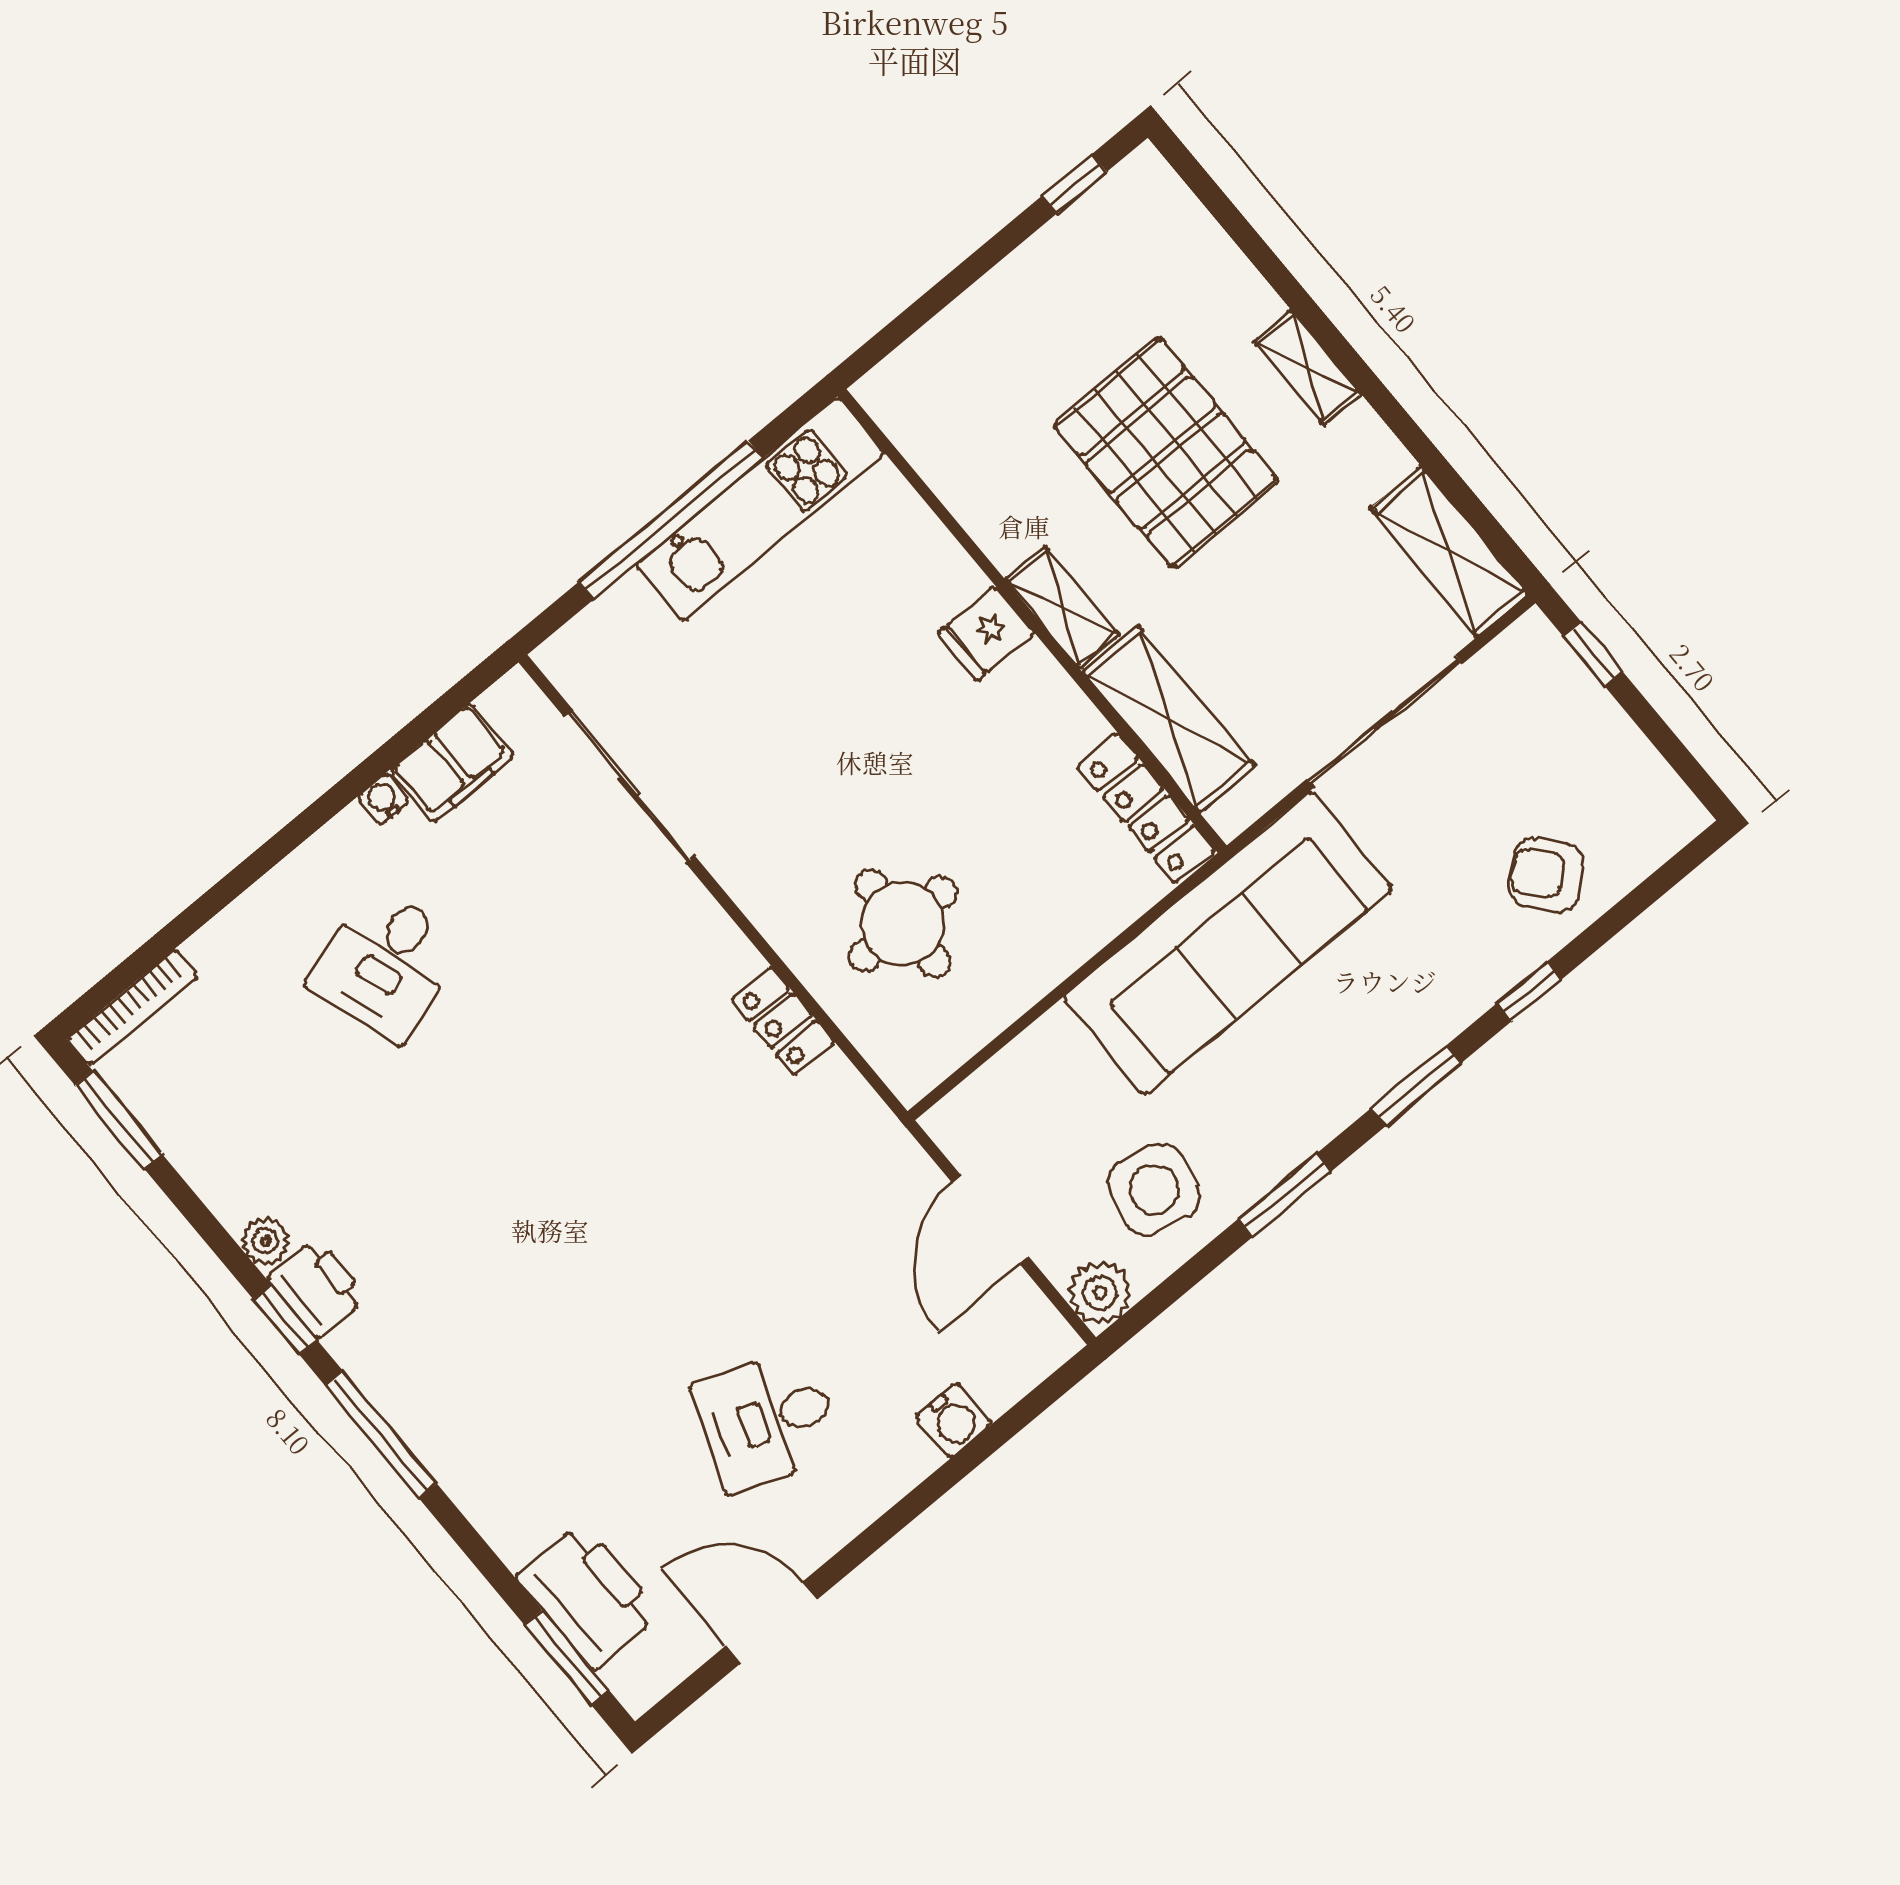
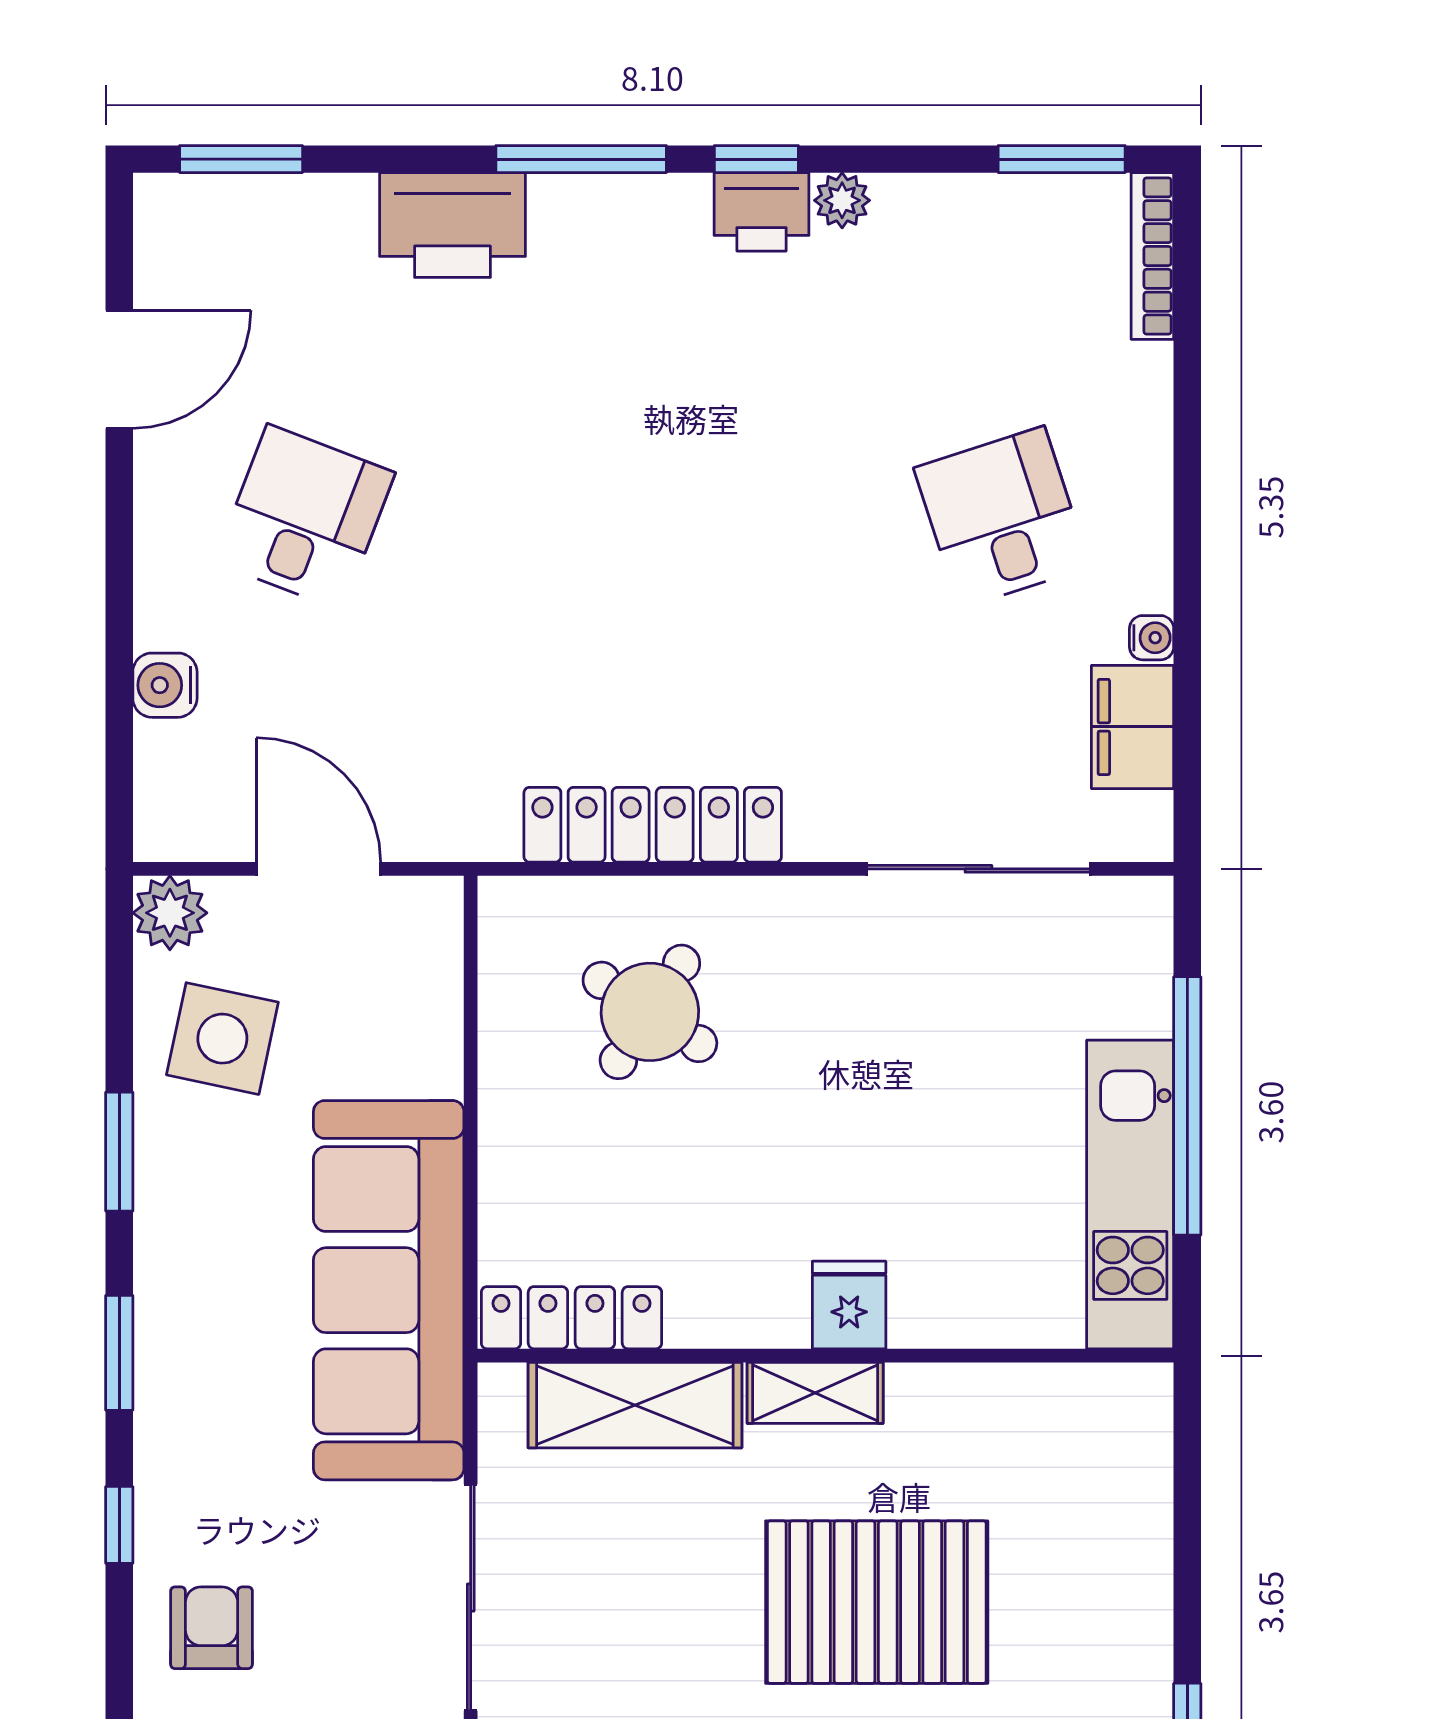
armchair: (1546, 875) -> (212, 1628), turned -50
round table: (903, 924) -> (650, 1012), turned 33
locker: (783, 1021) -> (653, 825), width x2.16, depth x1.21
printer: (588, 1596) -> (453, 225), moved

